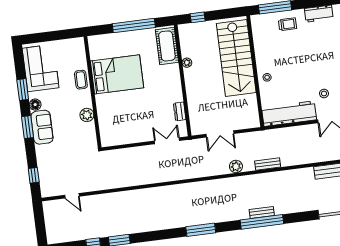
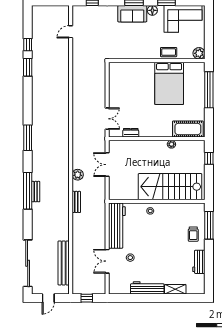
window: (134, 26) -> (209, 90), moved
plant: (87, 115) -> (199, 53), moved

